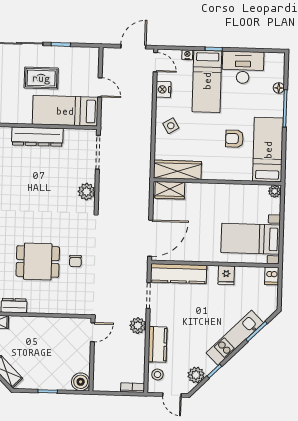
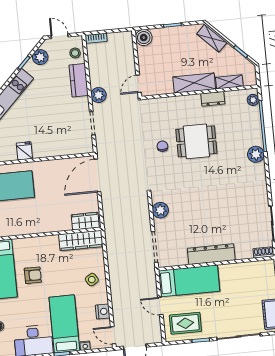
rug: (41, 78) -> (185, 323), moved
kitchen counter: (179, 274) -> (68, 147), removed
shelving: (32, 325) -> (194, 83), added

